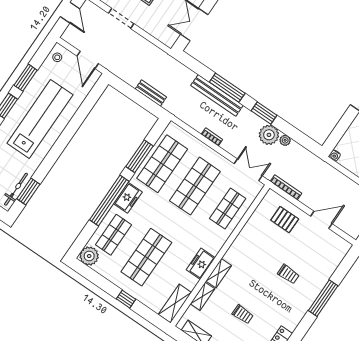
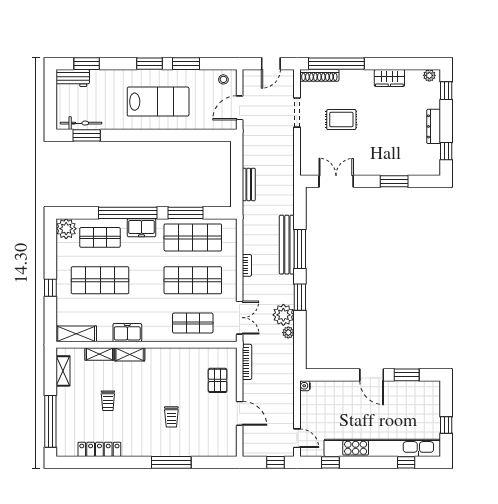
lab bench: (40, 119) -> (158, 102), width x0.73

